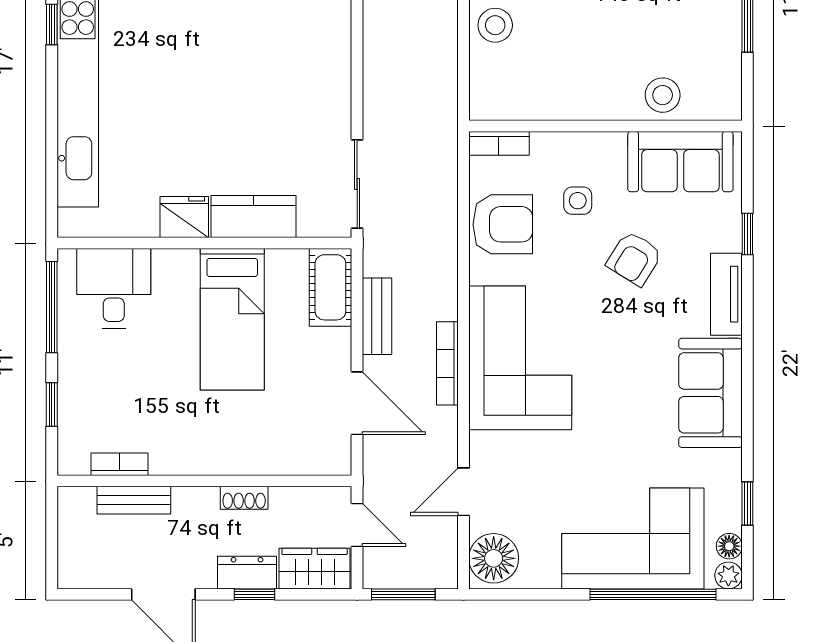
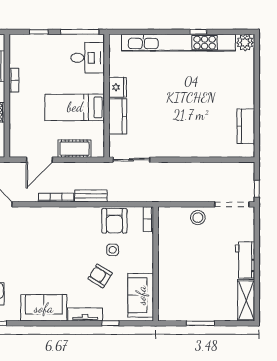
stool: (663, 95) -> (169, 288), removed
side table: (578, 201) -> (113, 250), moved
cot: (330, 287) -> (74, 149), moved
bench: (377, 316) -> (91, 196), moved
corner sofa: (520, 358) -> (58, 228), removed
bookcase: (119, 464) -> (14, 80), moved

